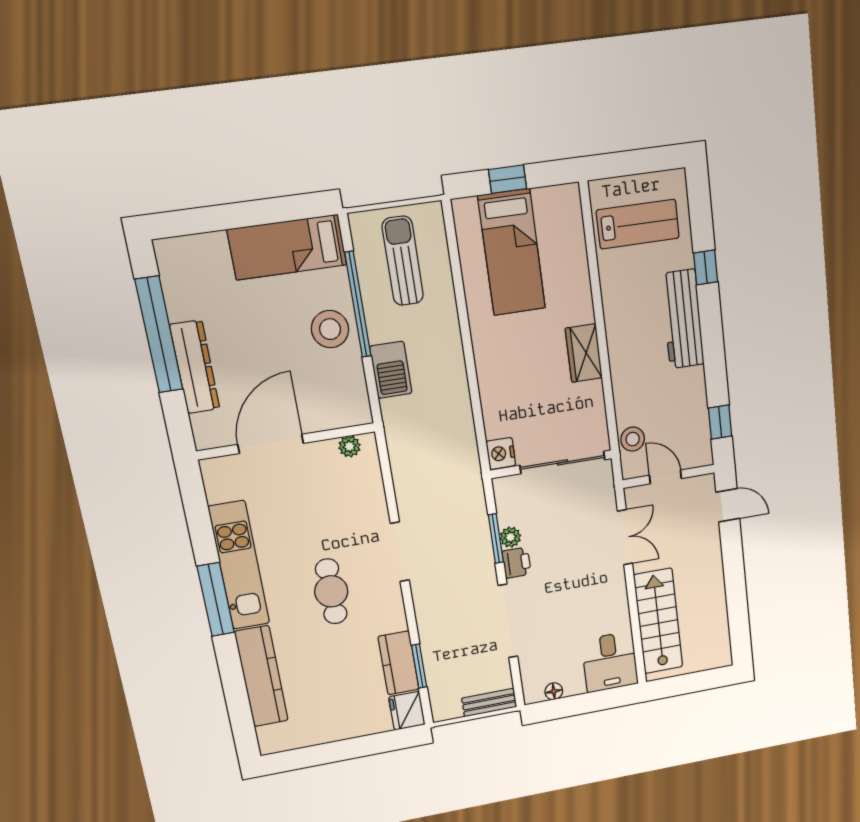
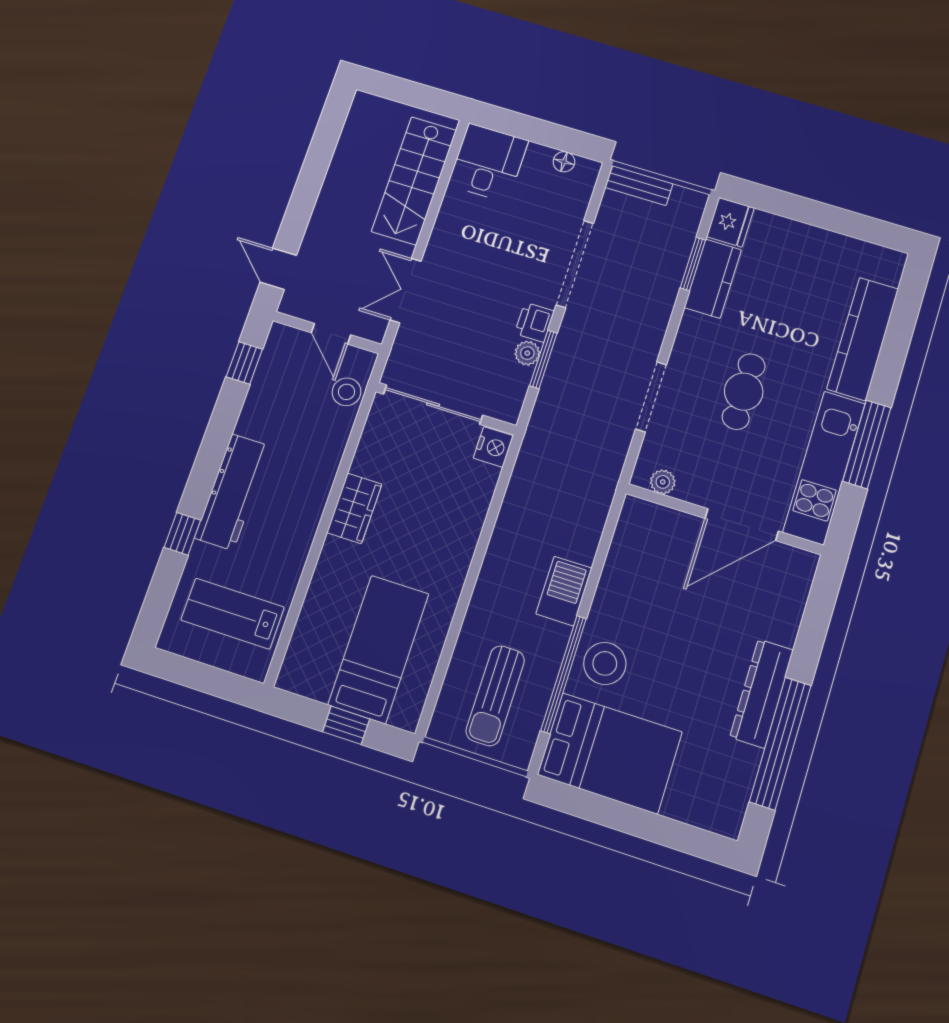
bed: (287, 247) -> (610, 753), width x1.50
wall: (286, 441) -> (724, 519), moved
door: (271, 444) -> (742, 525), moved
plant: (349, 446) -> (663, 482), moved

